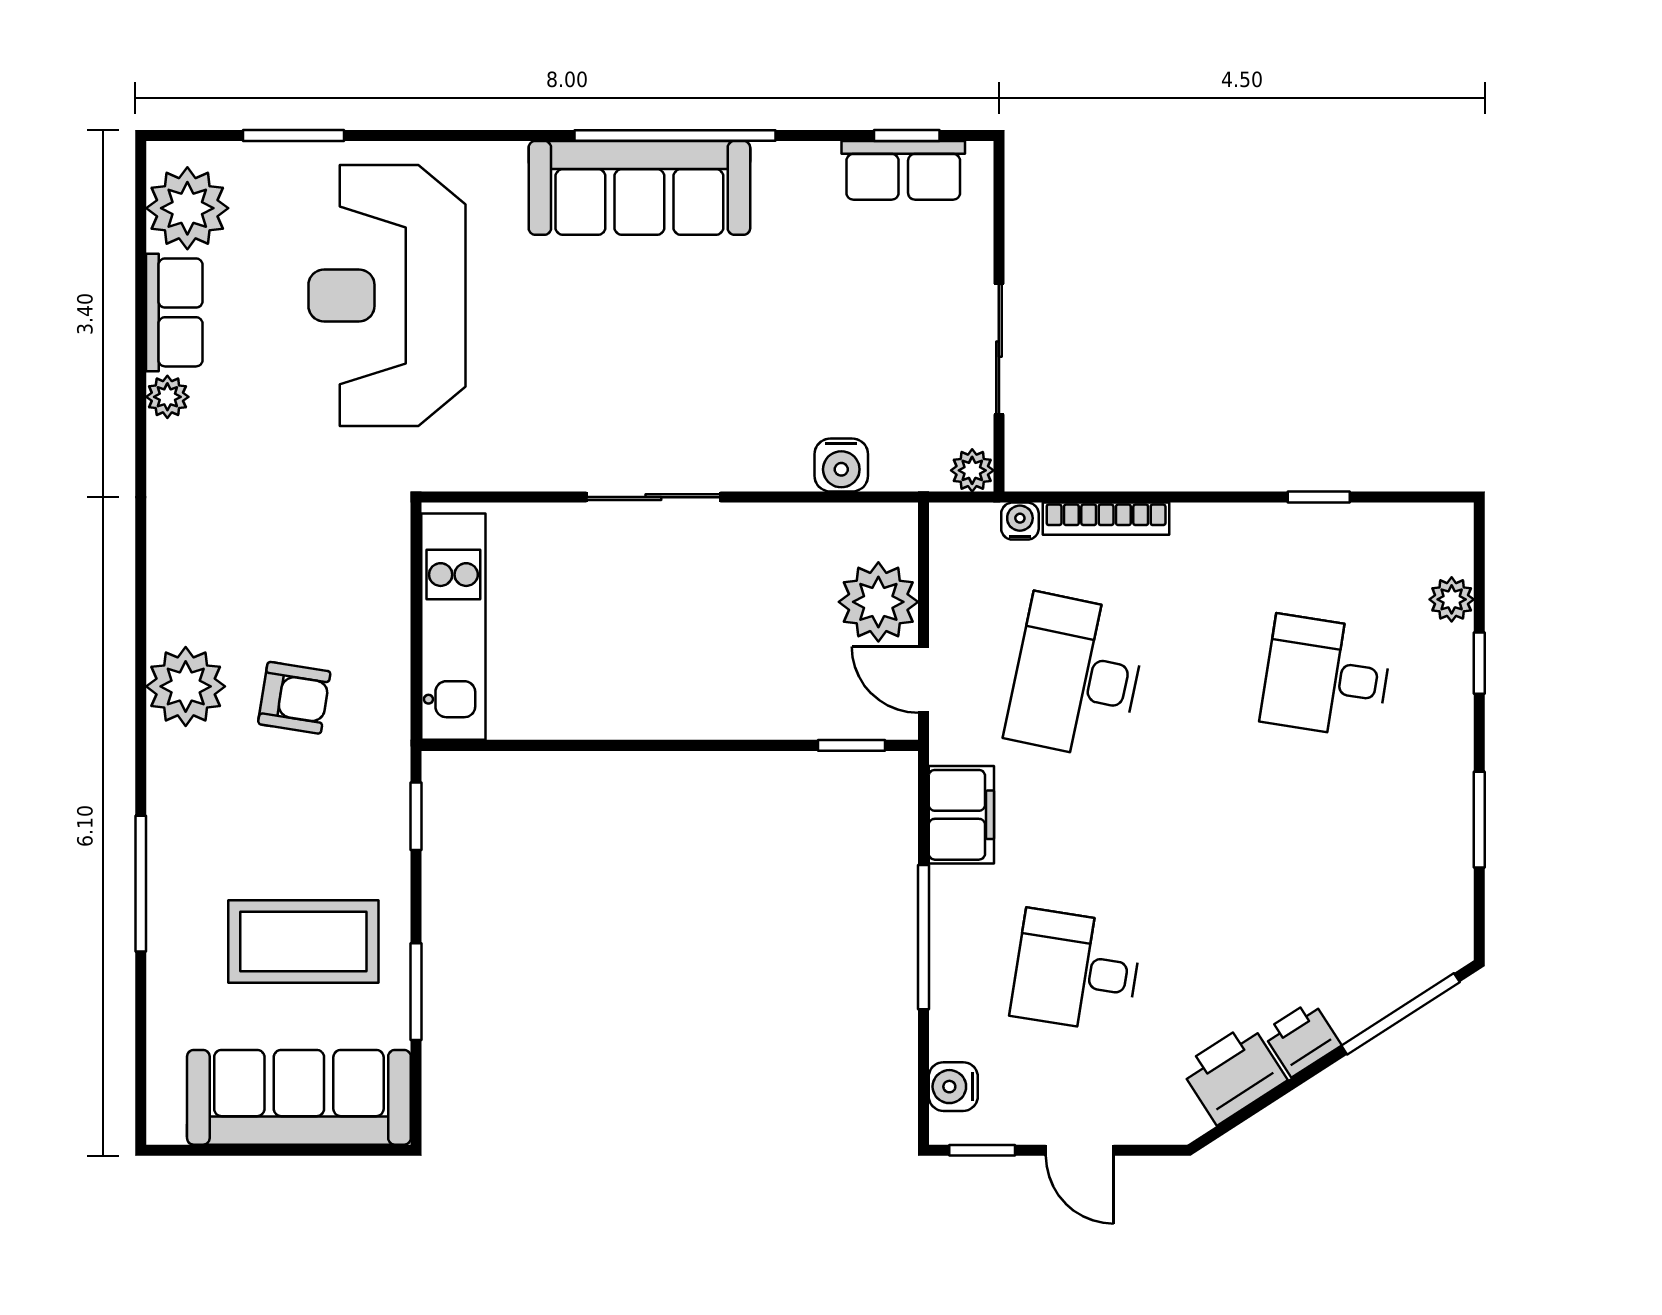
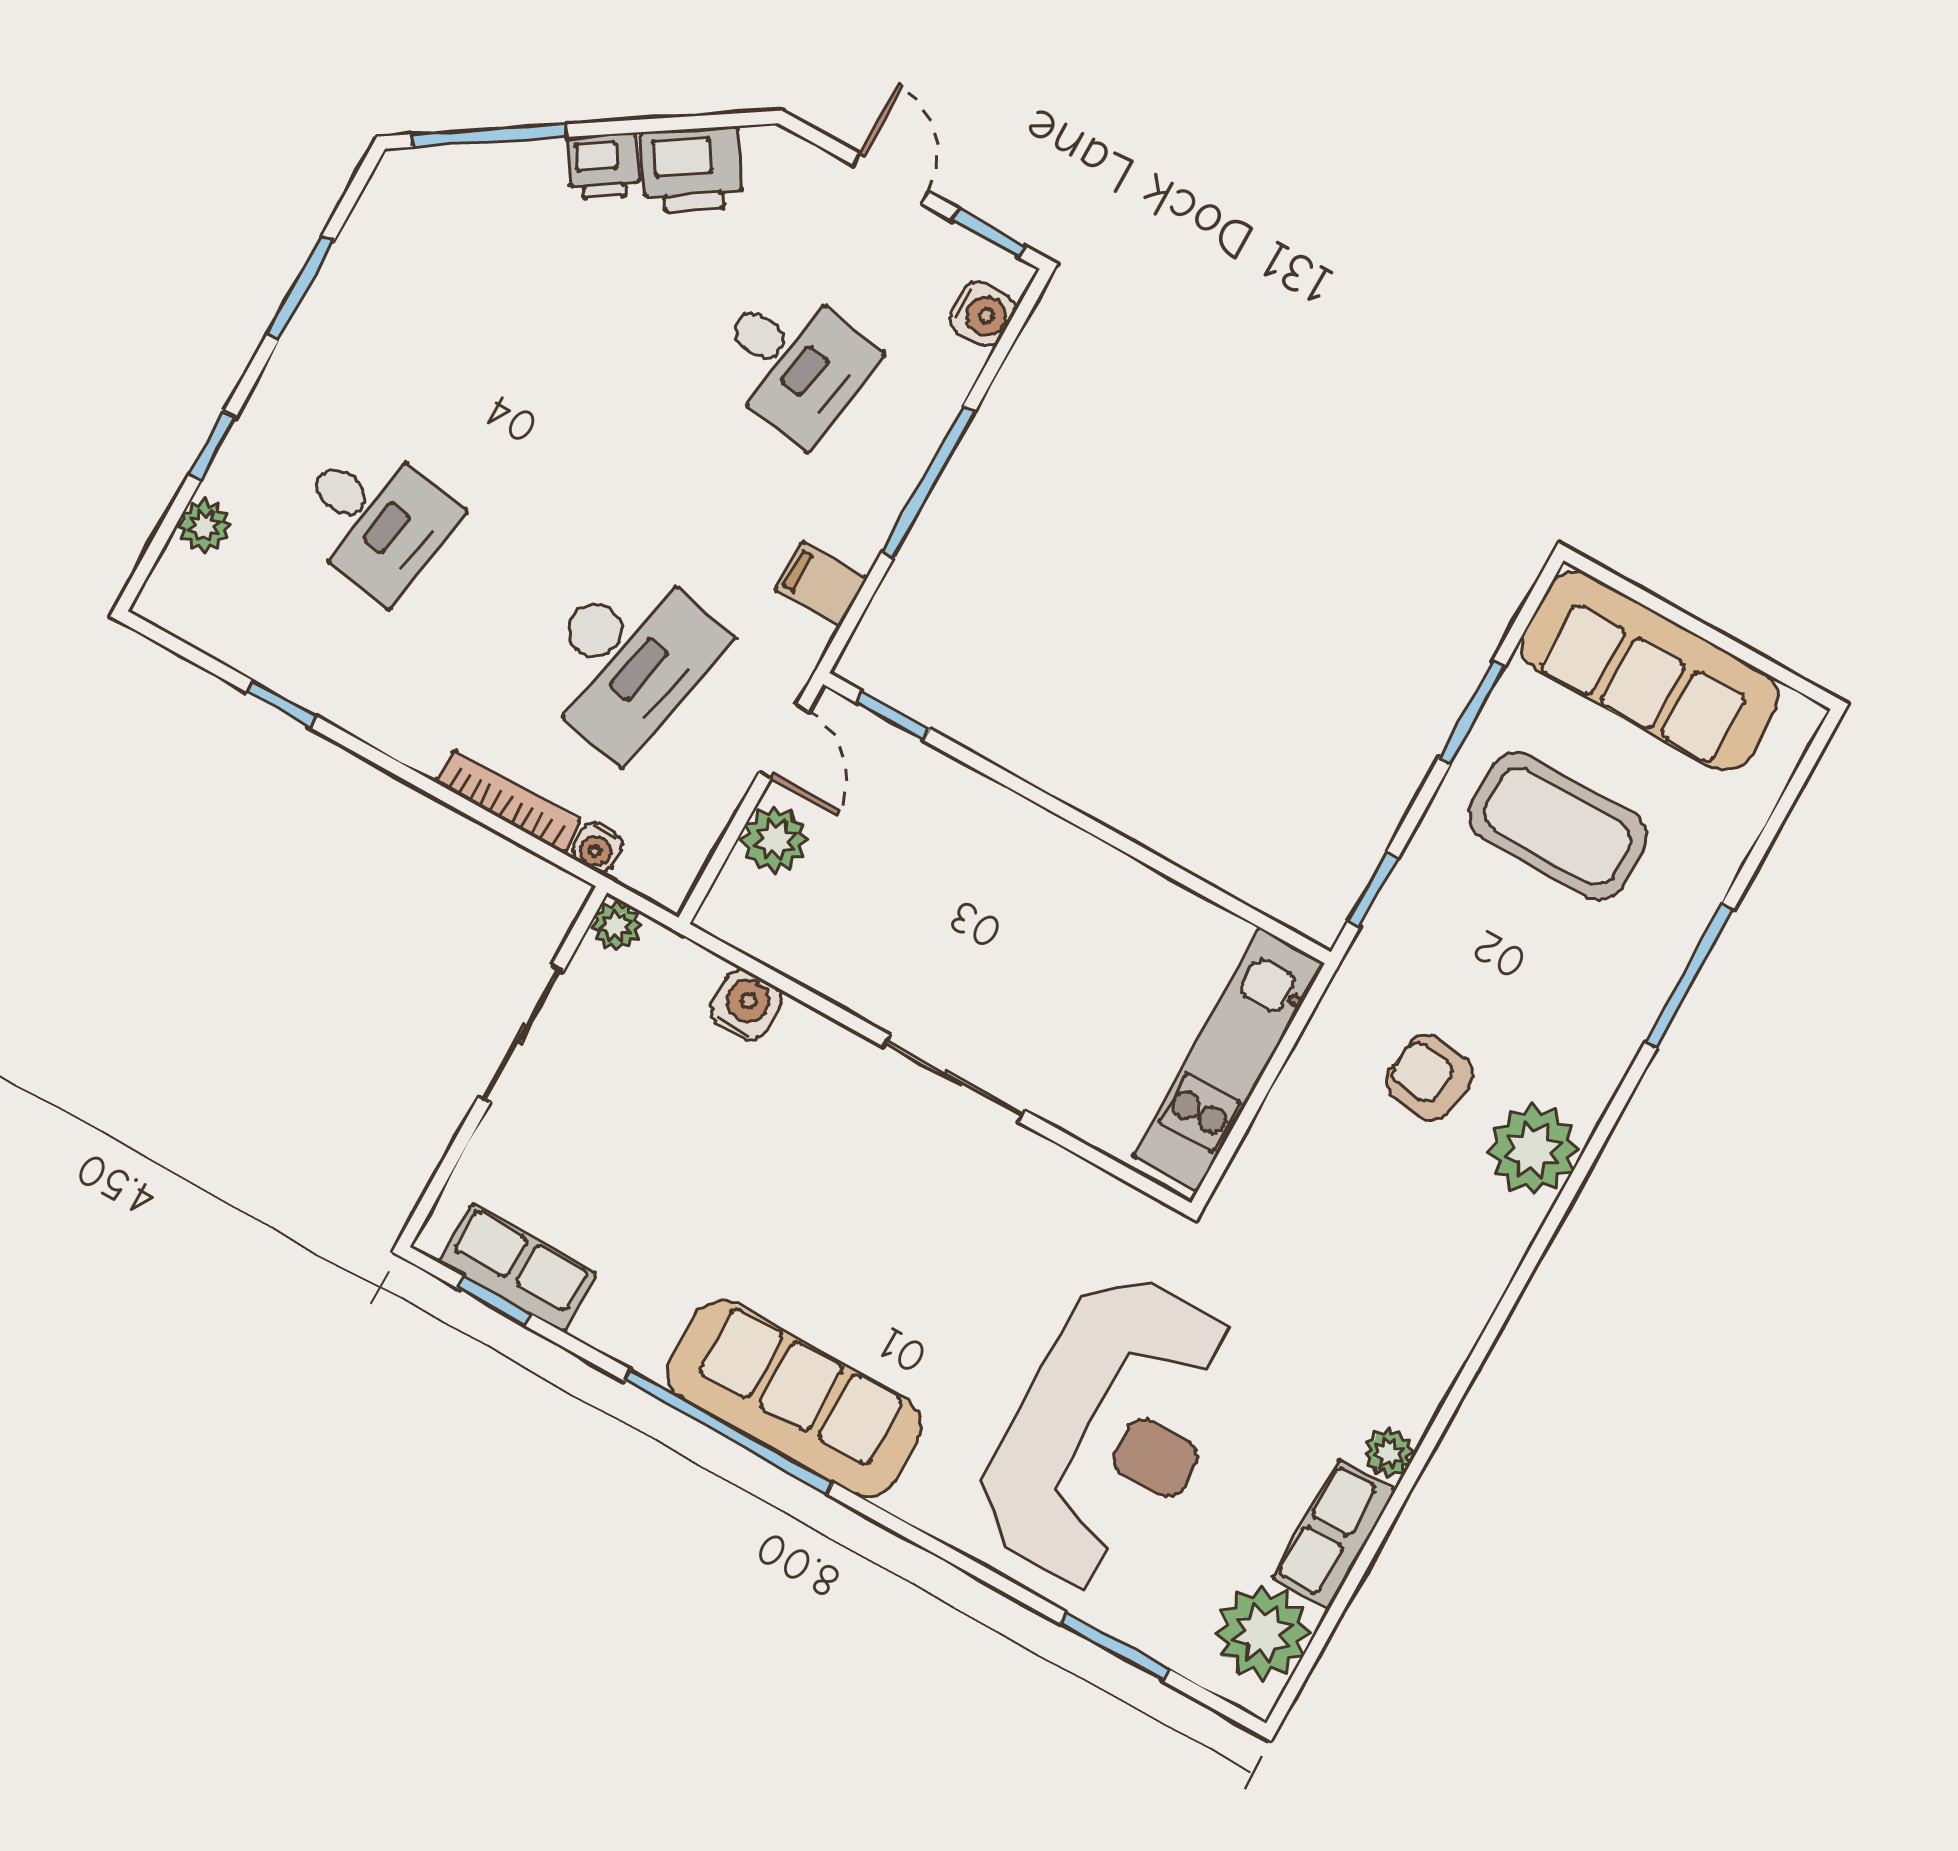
plant: (878, 602) -> (775, 840), width x0.73, depth x0.73
filing cabinet: (961, 815) -> (821, 584), width x0.50

